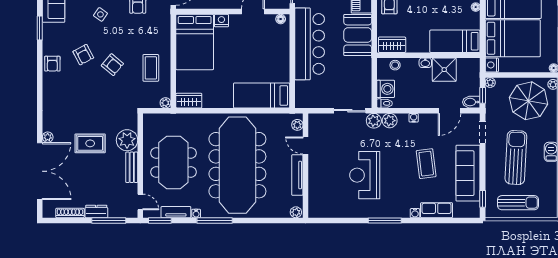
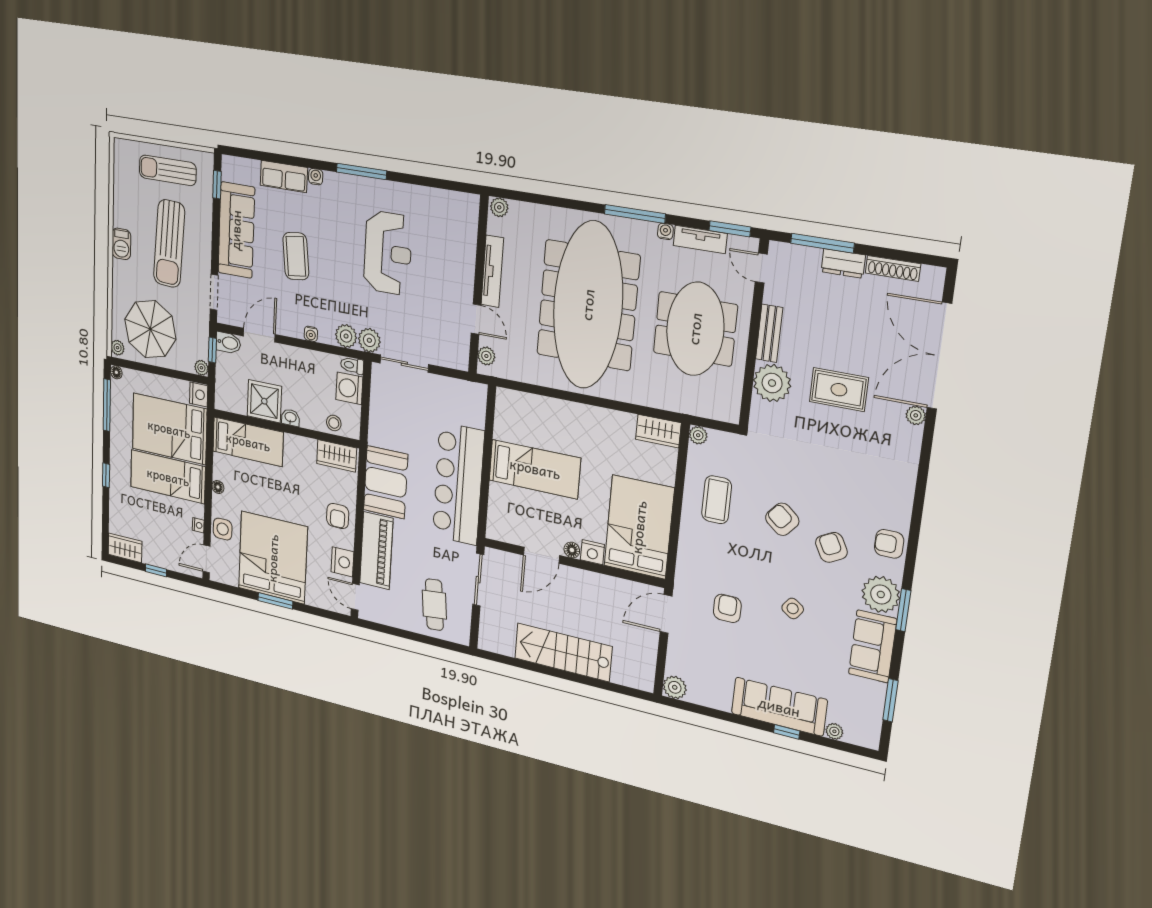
floor lamp: (281, 19) -> (572, 550), moved
plant: (53, 34) -> (881, 594), added
armchair: (52, 64) -> (889, 544), turned -90
bed: (262, 95) -> (535, 469), moved

